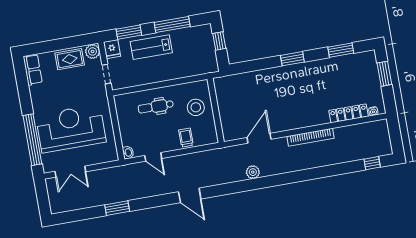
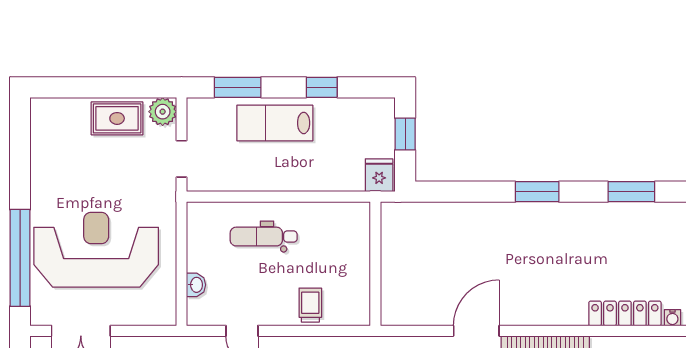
window: (172, 25) -> (322, 87), width x0.46
fridge: (112, 49) -> (379, 175), moved, turned 180
row of seats: (33, 70) -> (44, 126), removed
stool: (196, 107) -> (339, 251), removed
door: (259, 138) -> (476, 331), moved
washbasin: (128, 153) -> (196, 285), moved

